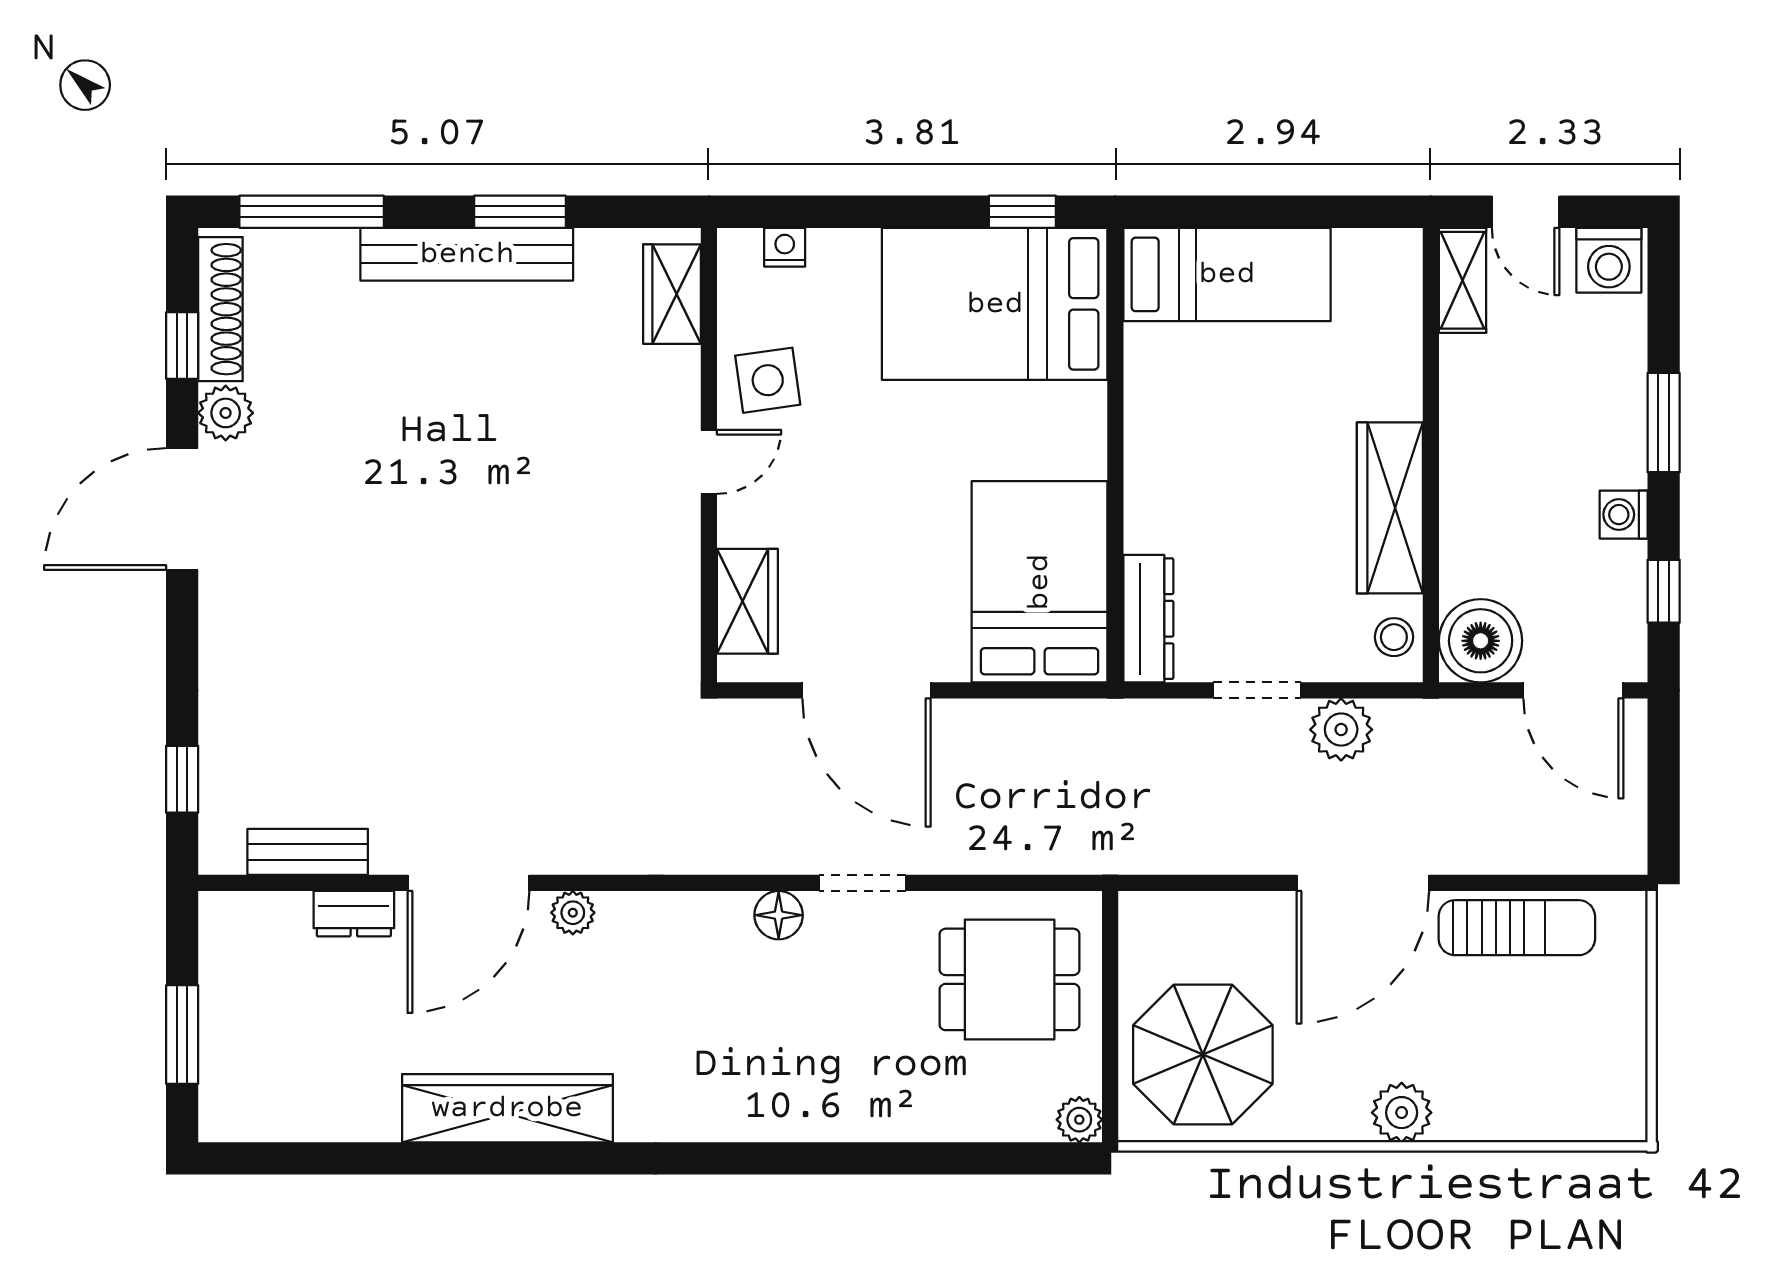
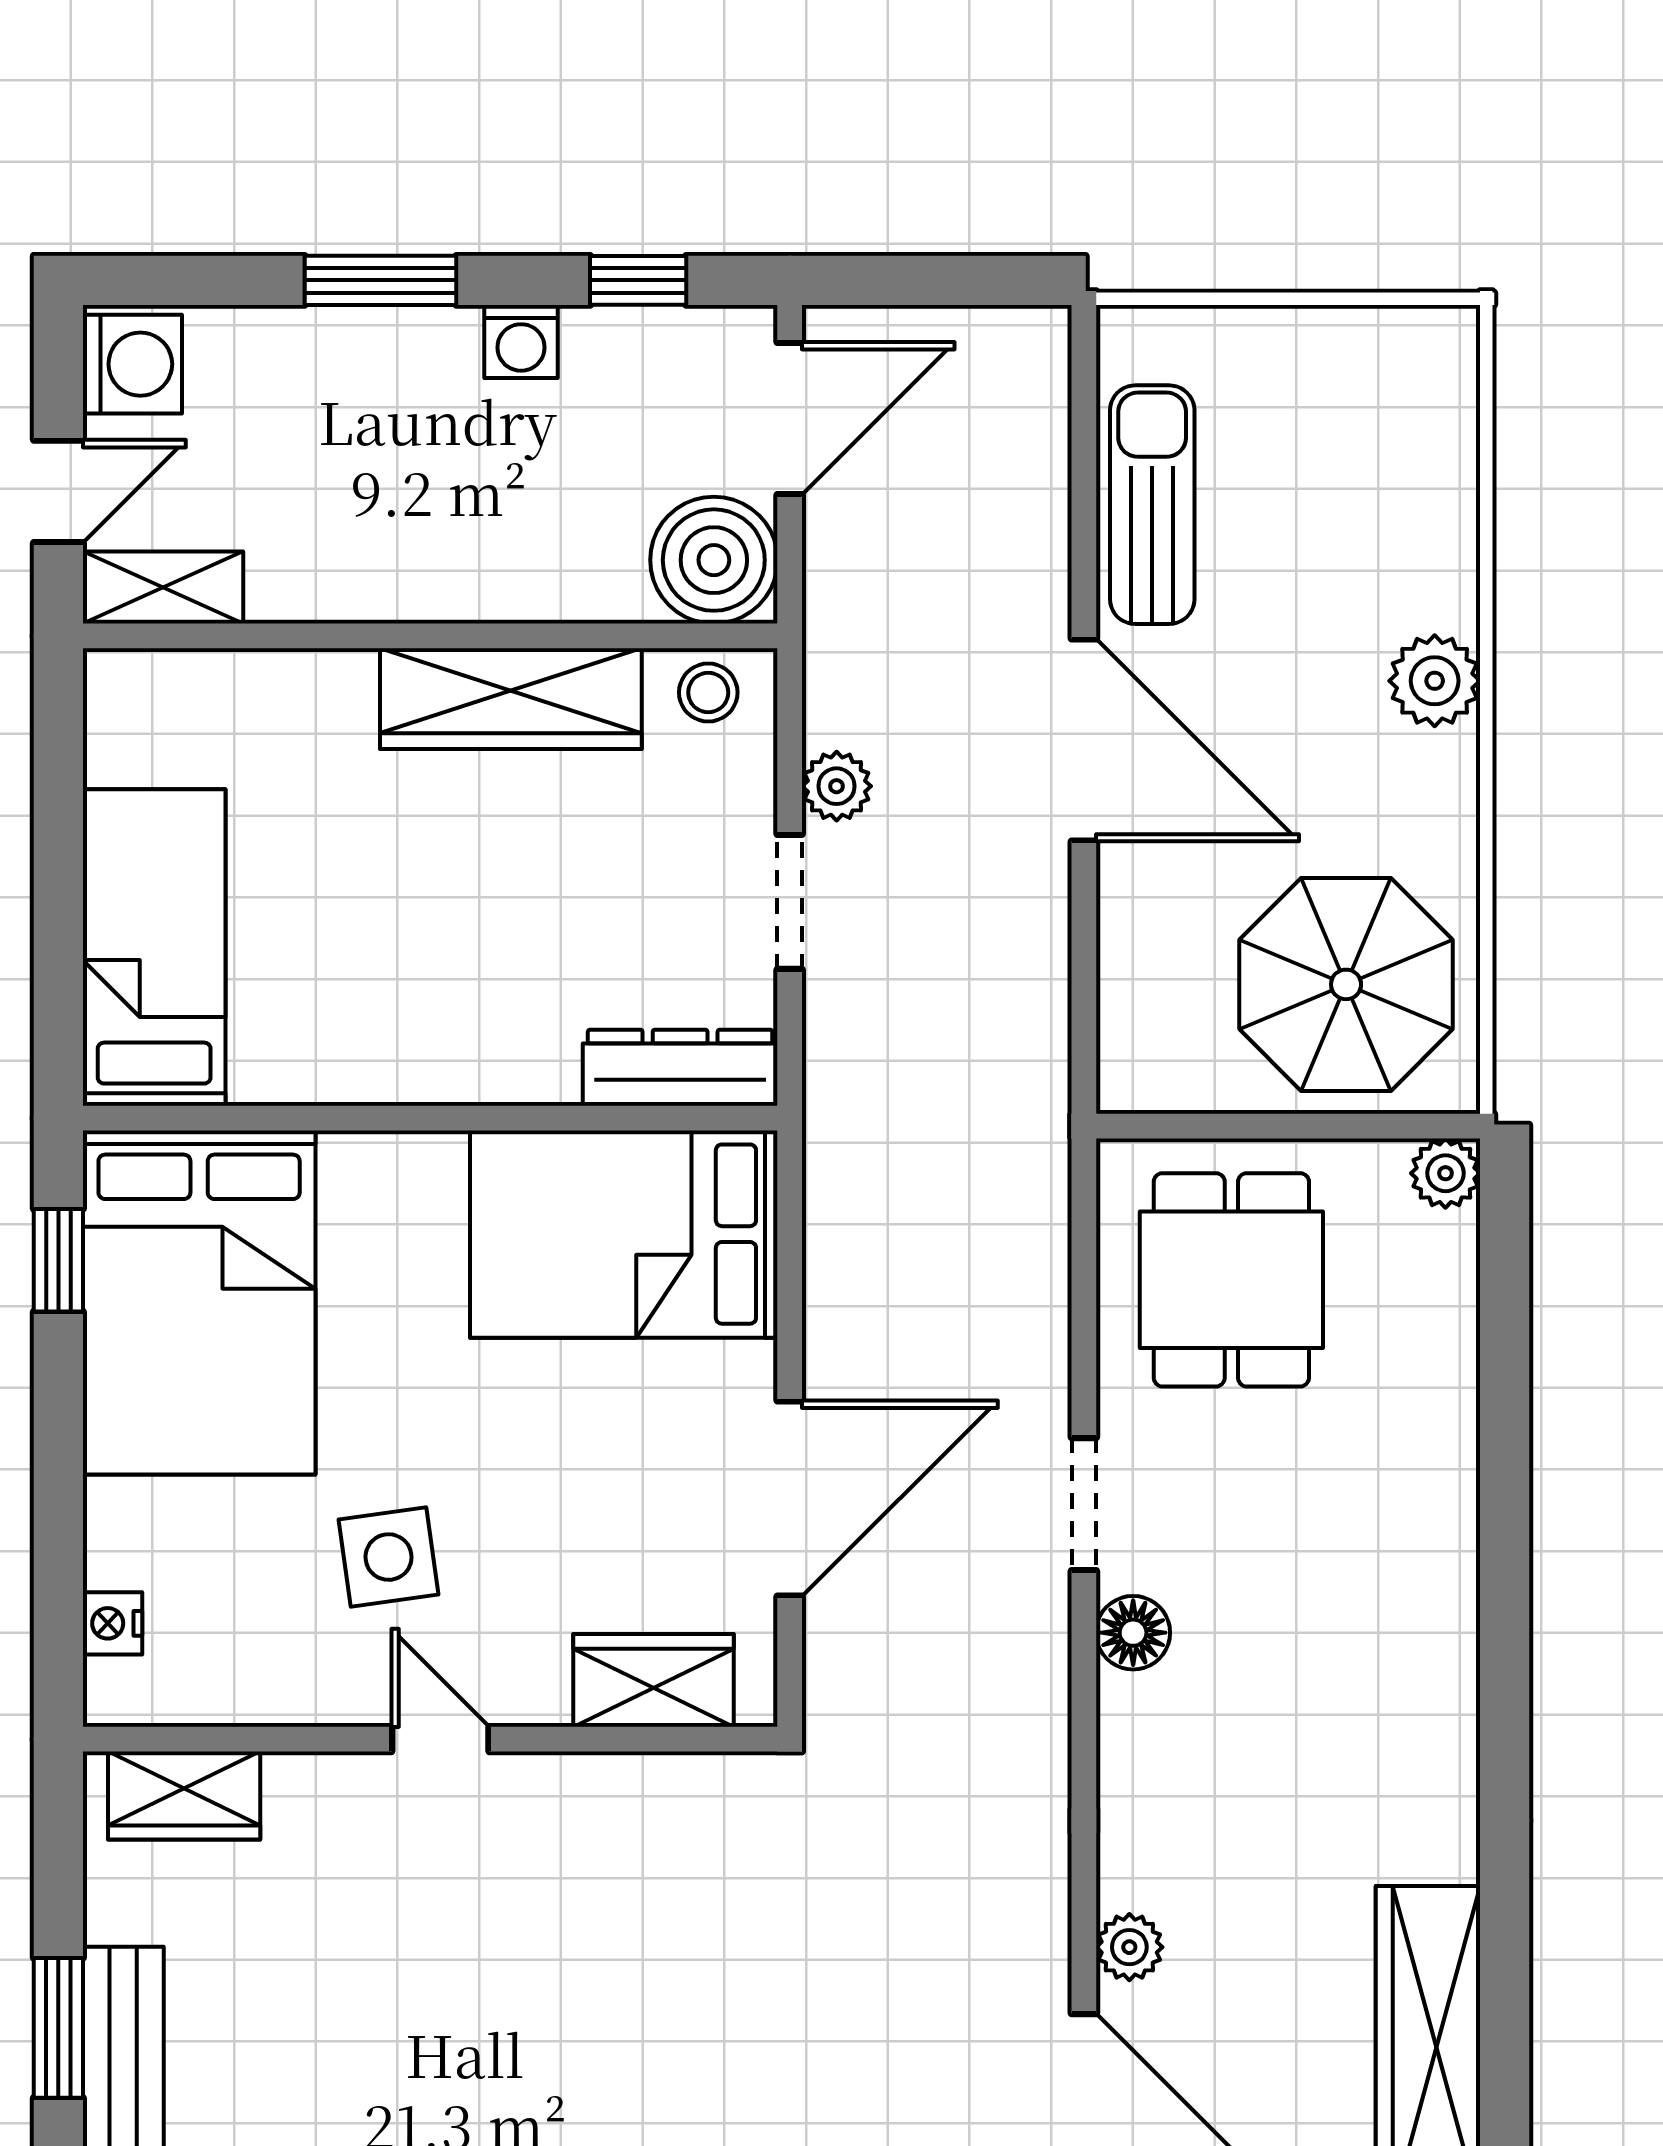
side table: (768, 380) -> (389, 1557), moved
plant: (1341, 730) -> (837, 786), width x0.73, depth x0.73

